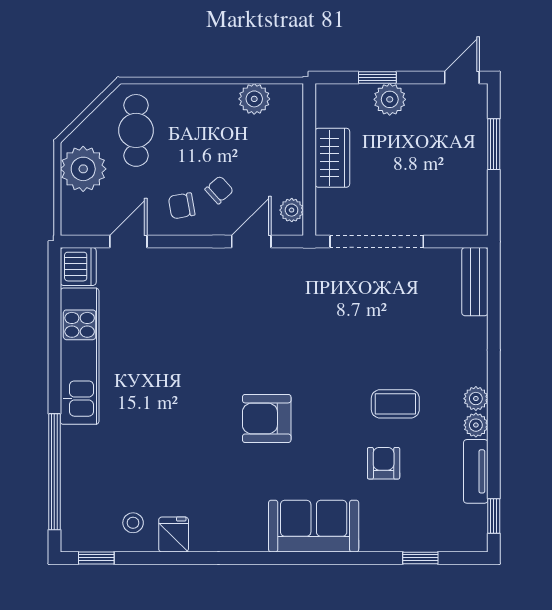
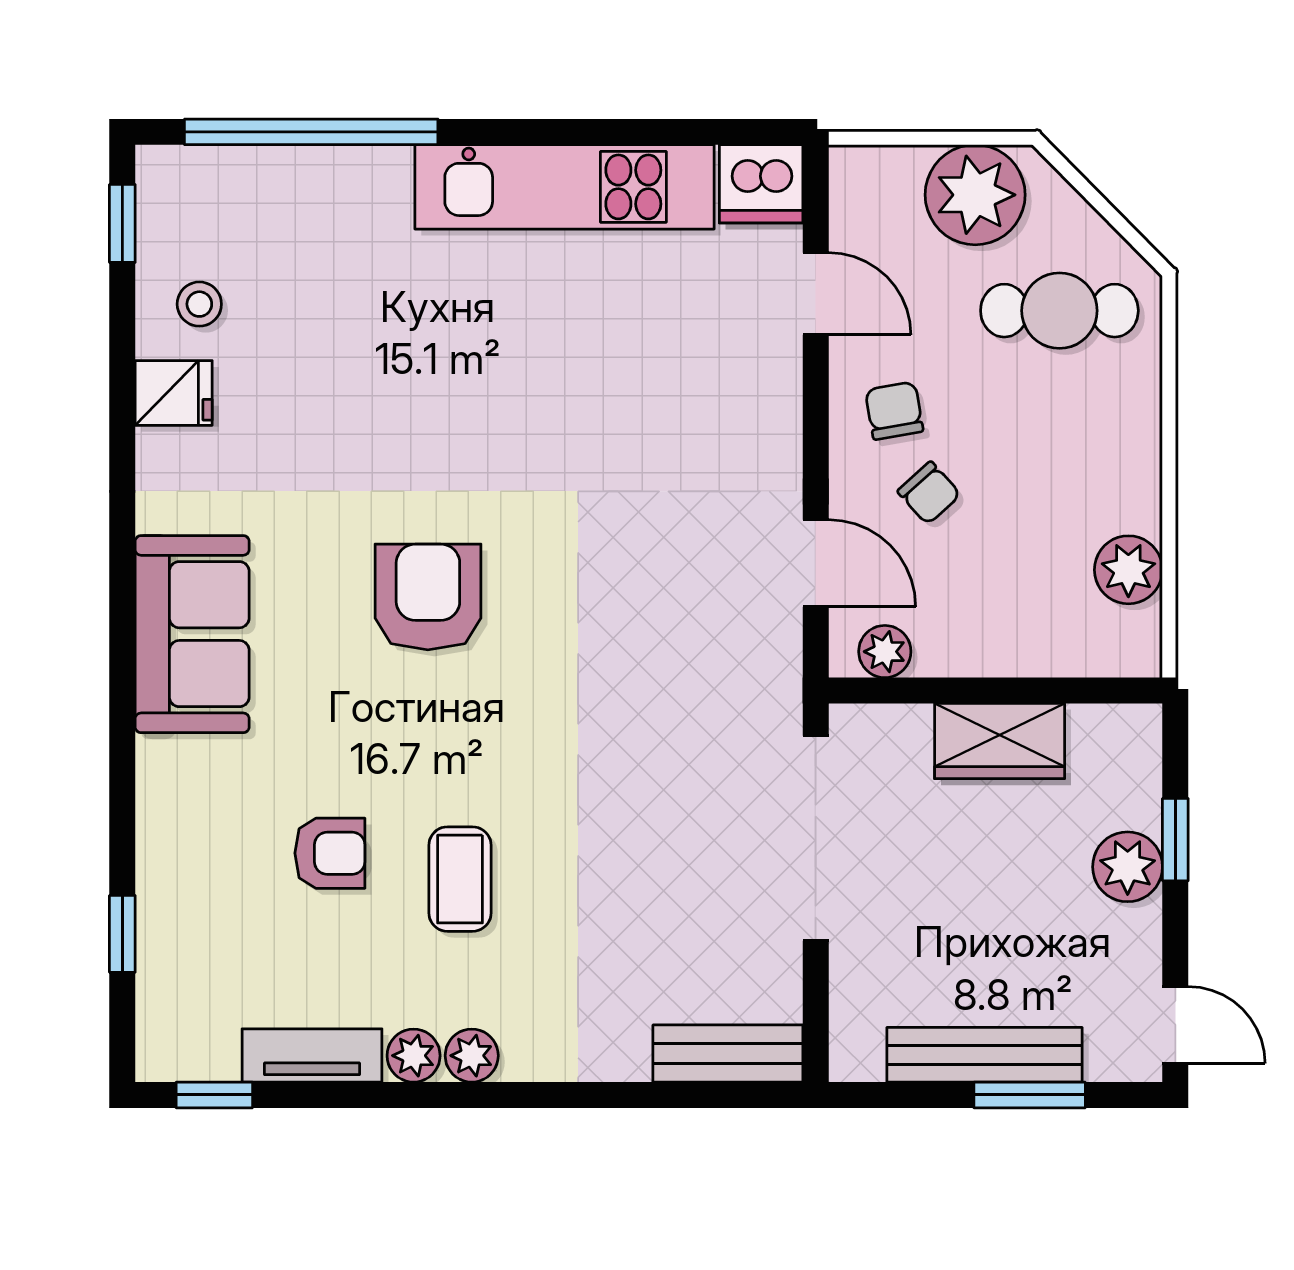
bench: (475, 165) -> (985, 1055), added
sofa: (314, 526) -> (192, 634), moved

